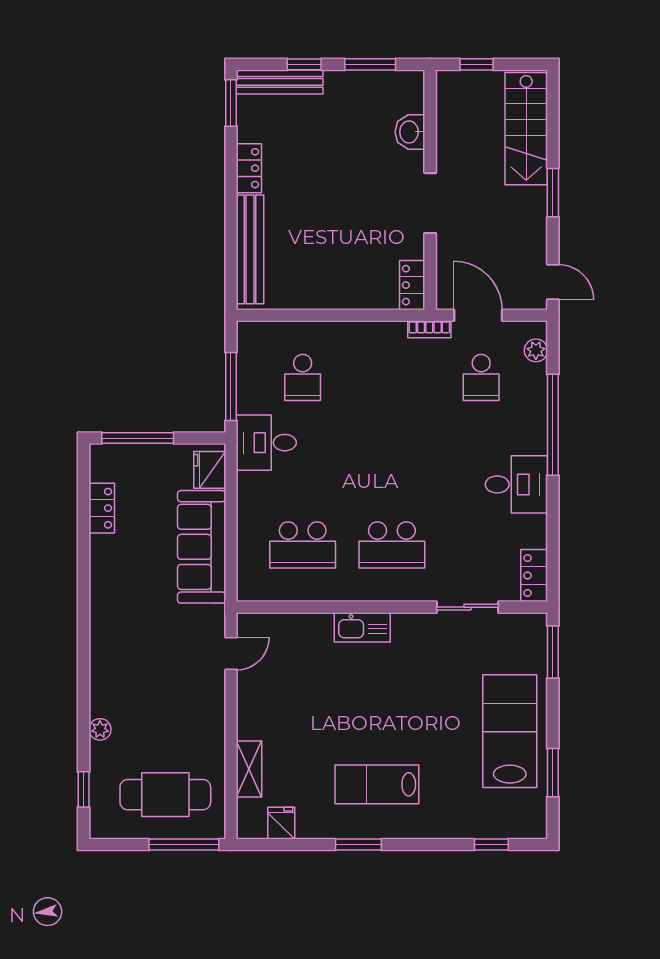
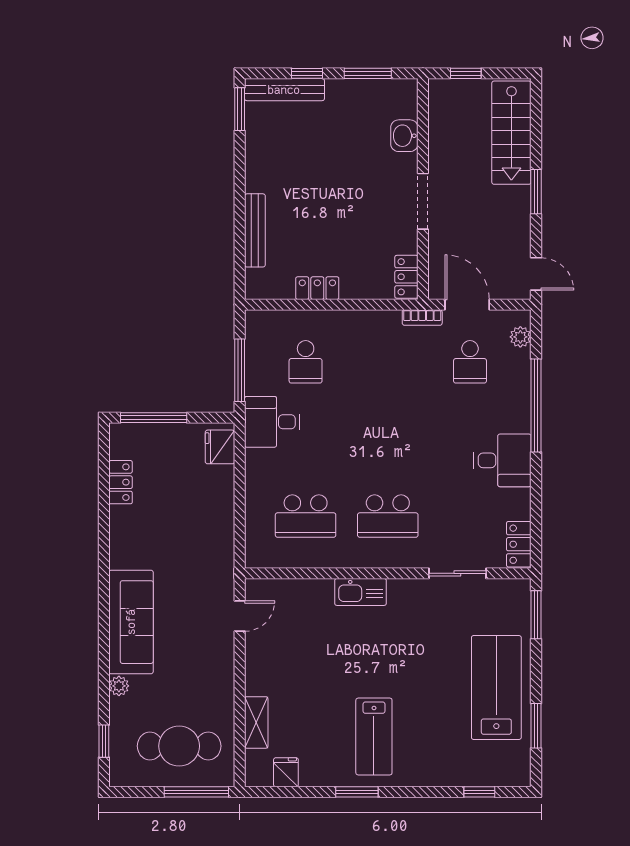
locker: (249, 168) -> (317, 288), moved, turned -90
bench: (250, 249) -> (255, 230), width x0.73, depth x0.82
sofa: (202, 547) -> (131, 622), moved, turned 180
lab bench: (377, 784) -> (374, 737), turned -90

